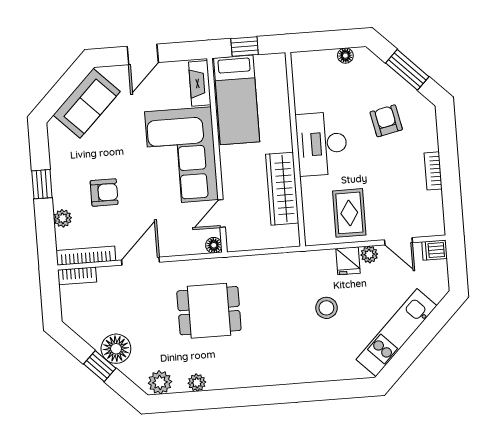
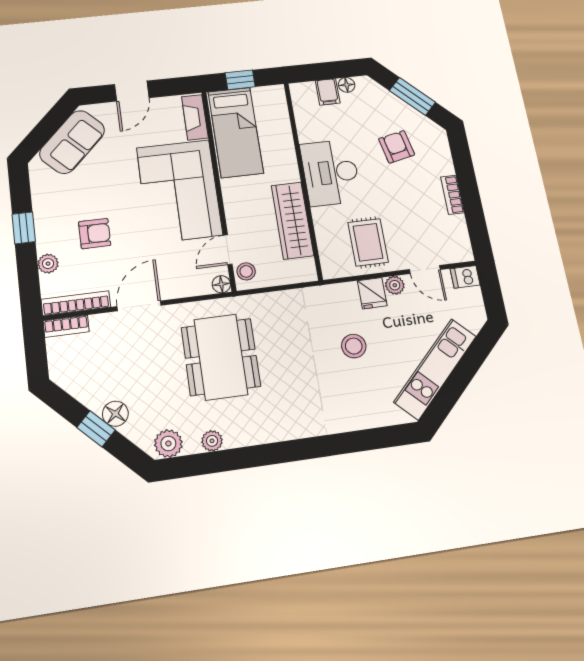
filing cabinet: (327, 62) -> (328, 92), added
stool: (237, 235) -> (246, 271), added
dining table: (209, 311) -> (221, 357), width x1.38
floor lamp: (116, 349) -> (115, 414), width x0.73, depth x0.73

